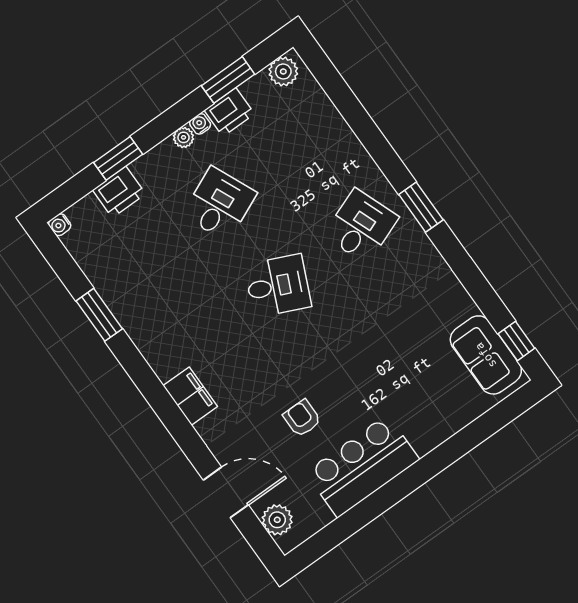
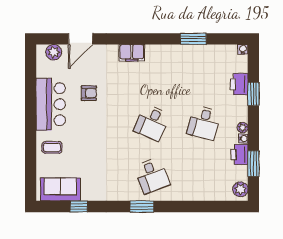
desk: (219, 204) -> (204, 123), turned 39
window: (516, 341) -> (79, 206), moved
coffee table: (429, 415) -> (52, 147), added

